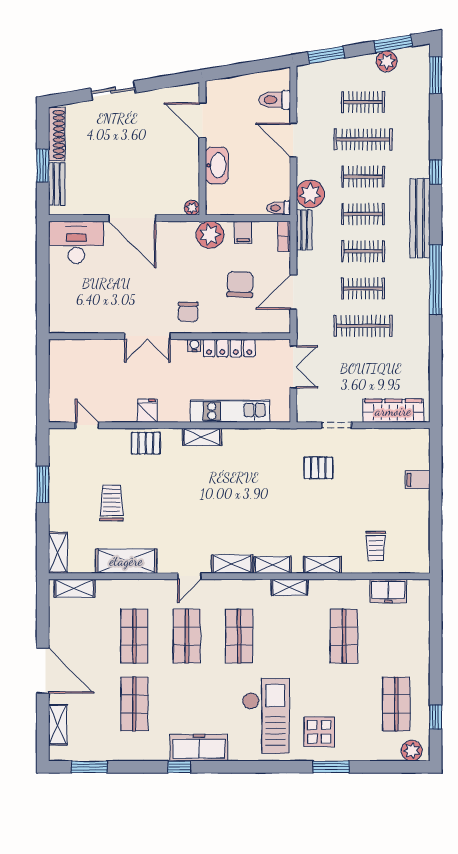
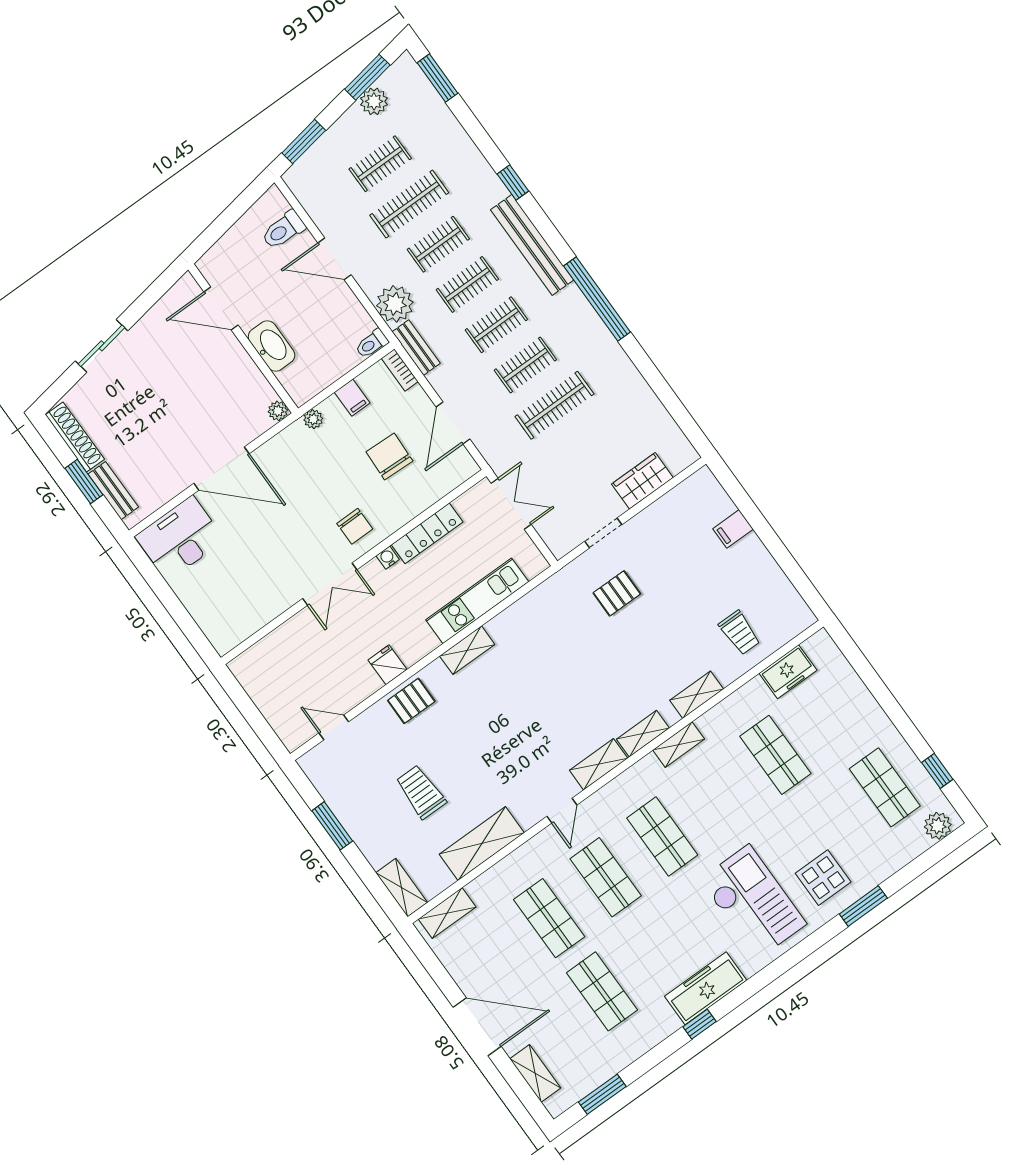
plant: (210, 235) -> (313, 419), width x0.53, depth x0.53
wardrobe: (393, 411) -> (642, 481), width x0.67

